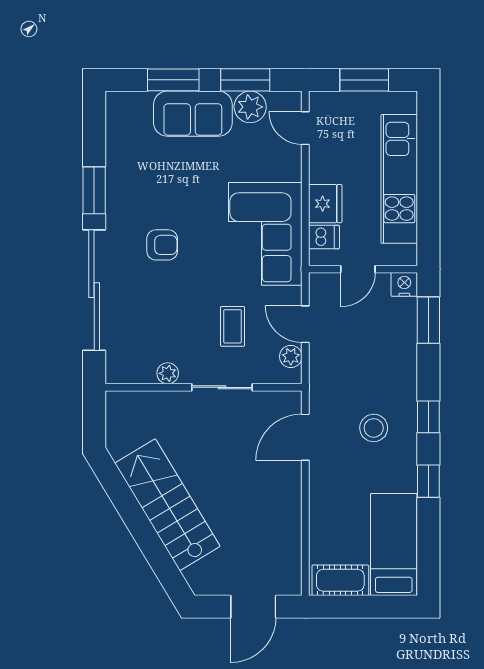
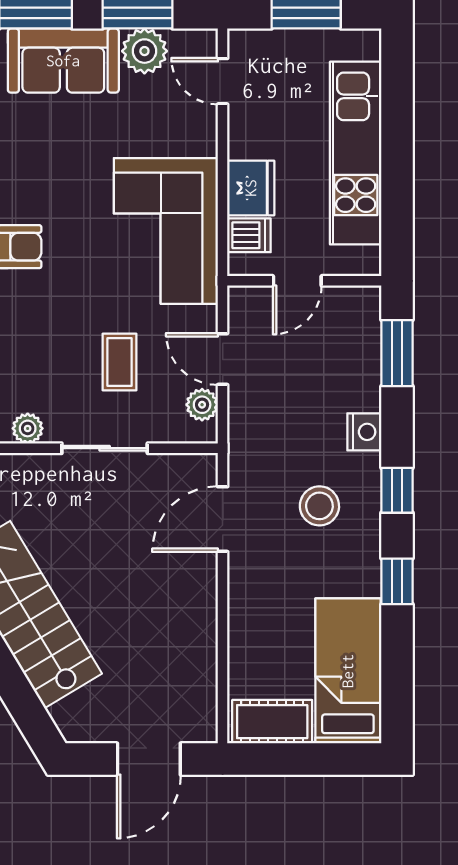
nightstand: (404, 284) -> (364, 432), moved, turned 90

